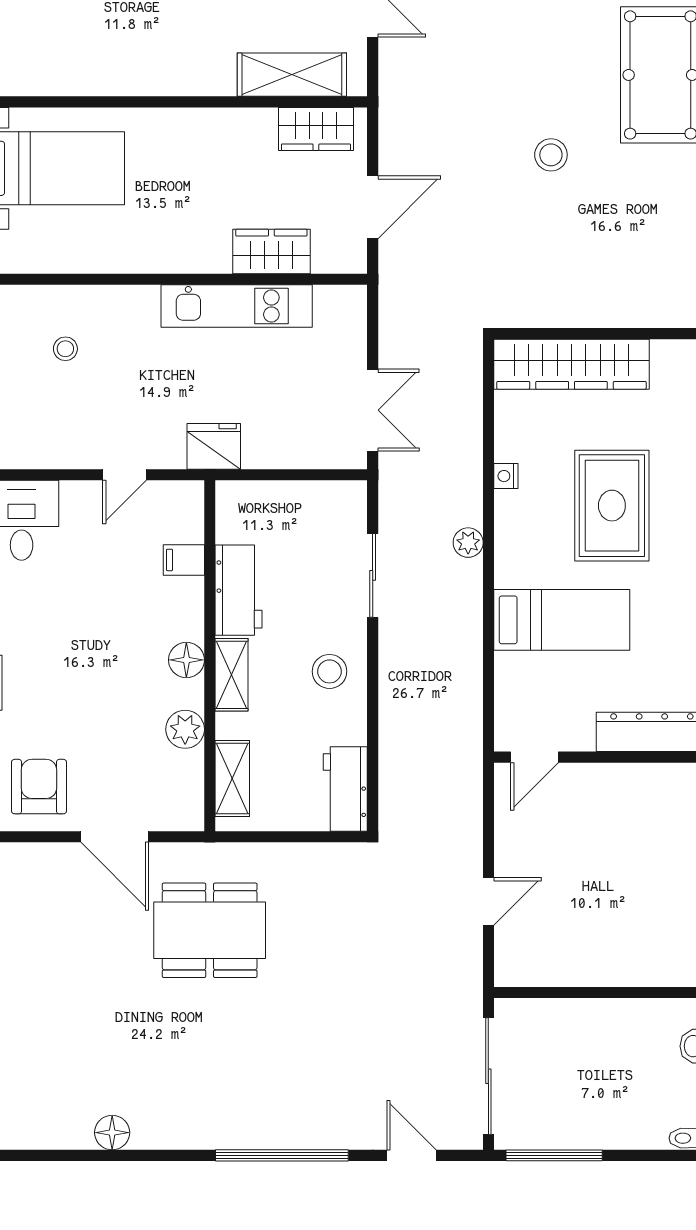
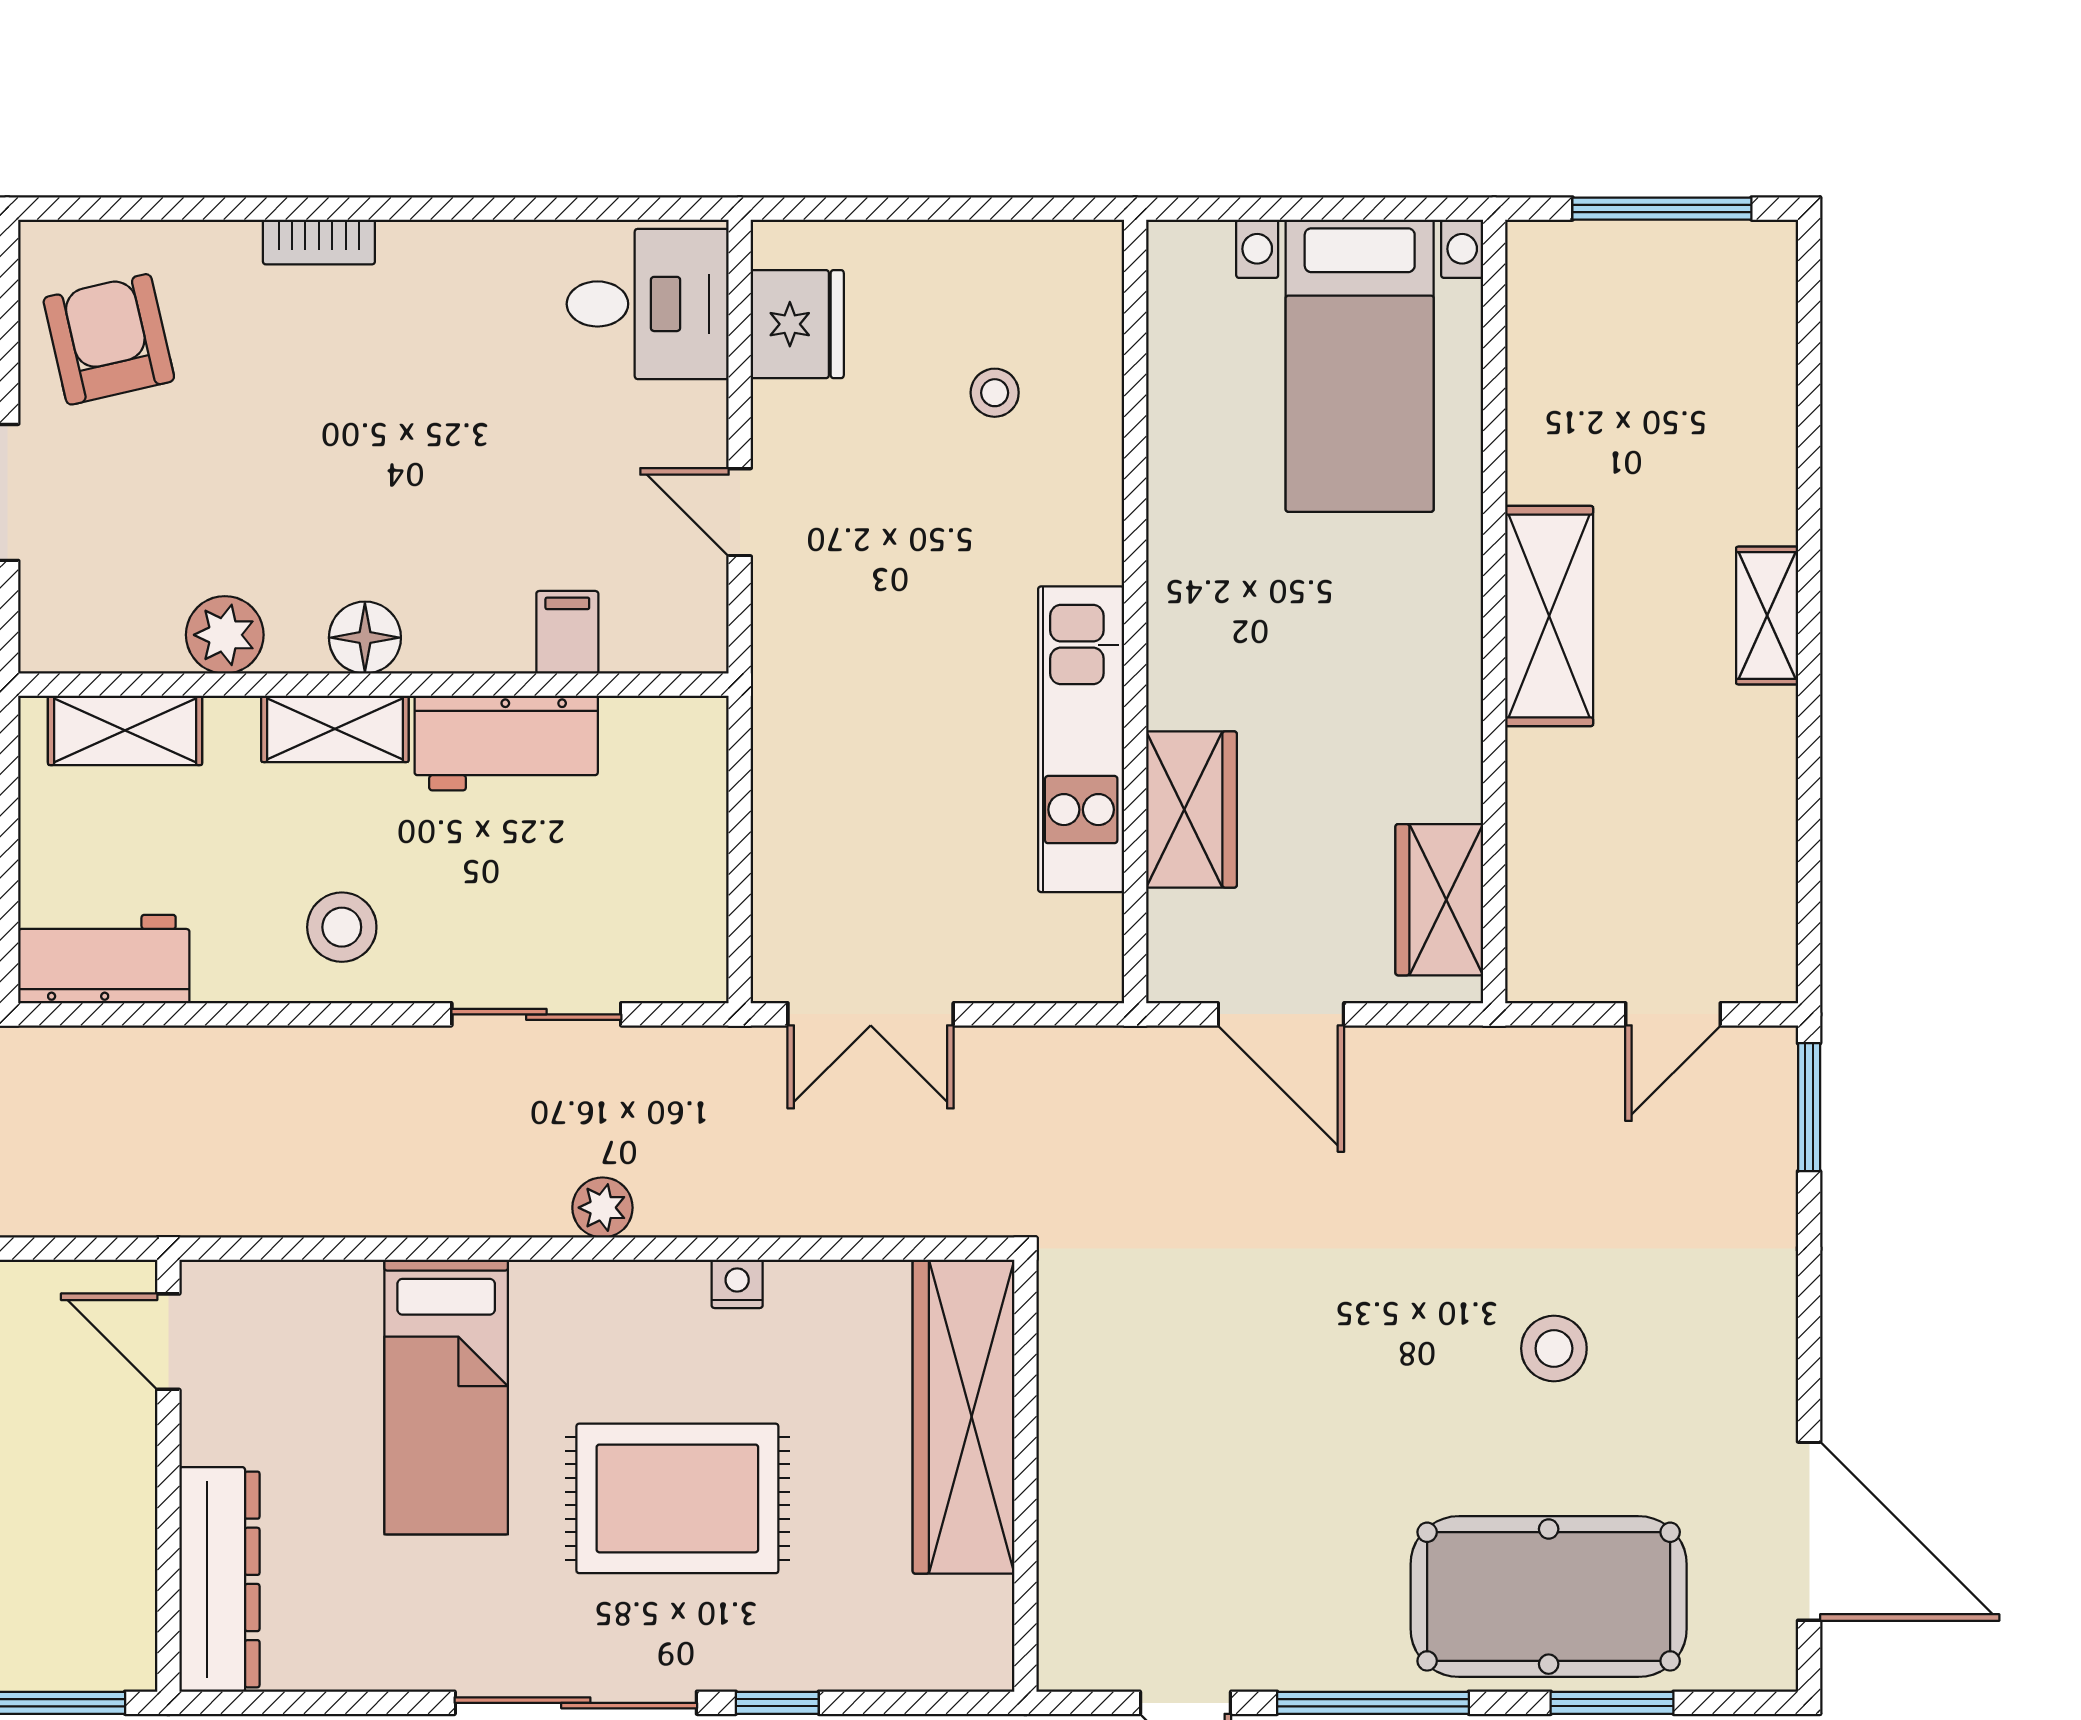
shelving: (292, 75) -> (1549, 616), moved
stool: (551, 155) -> (1554, 1348), moved
fridge: (214, 446) -> (797, 324), moved
armchair: (39, 787) -> (109, 339), turned -103

